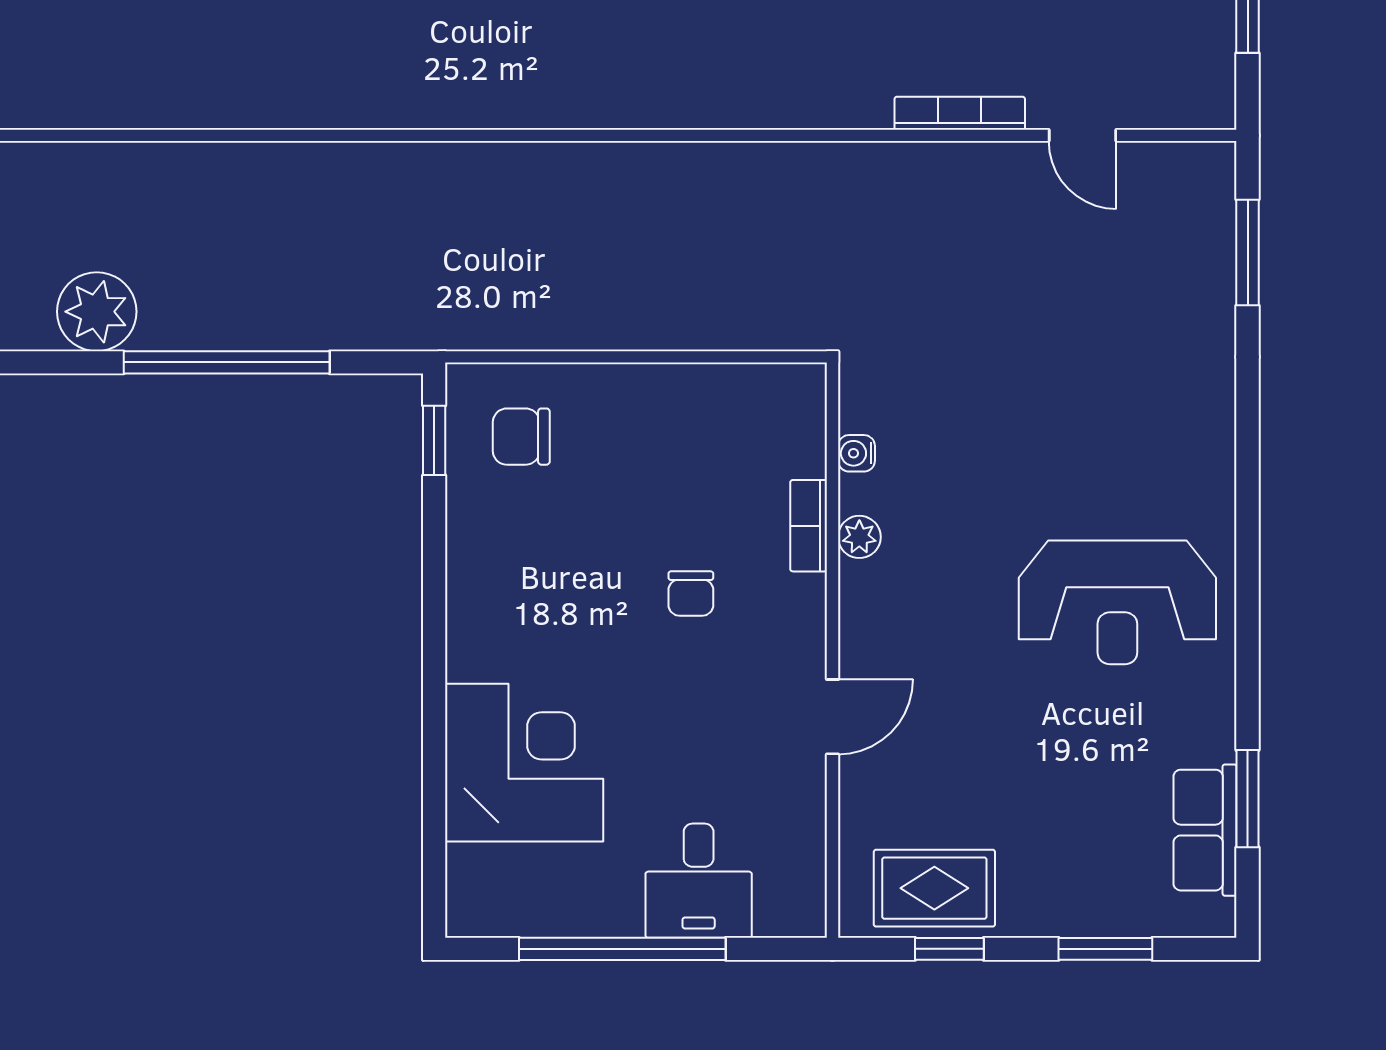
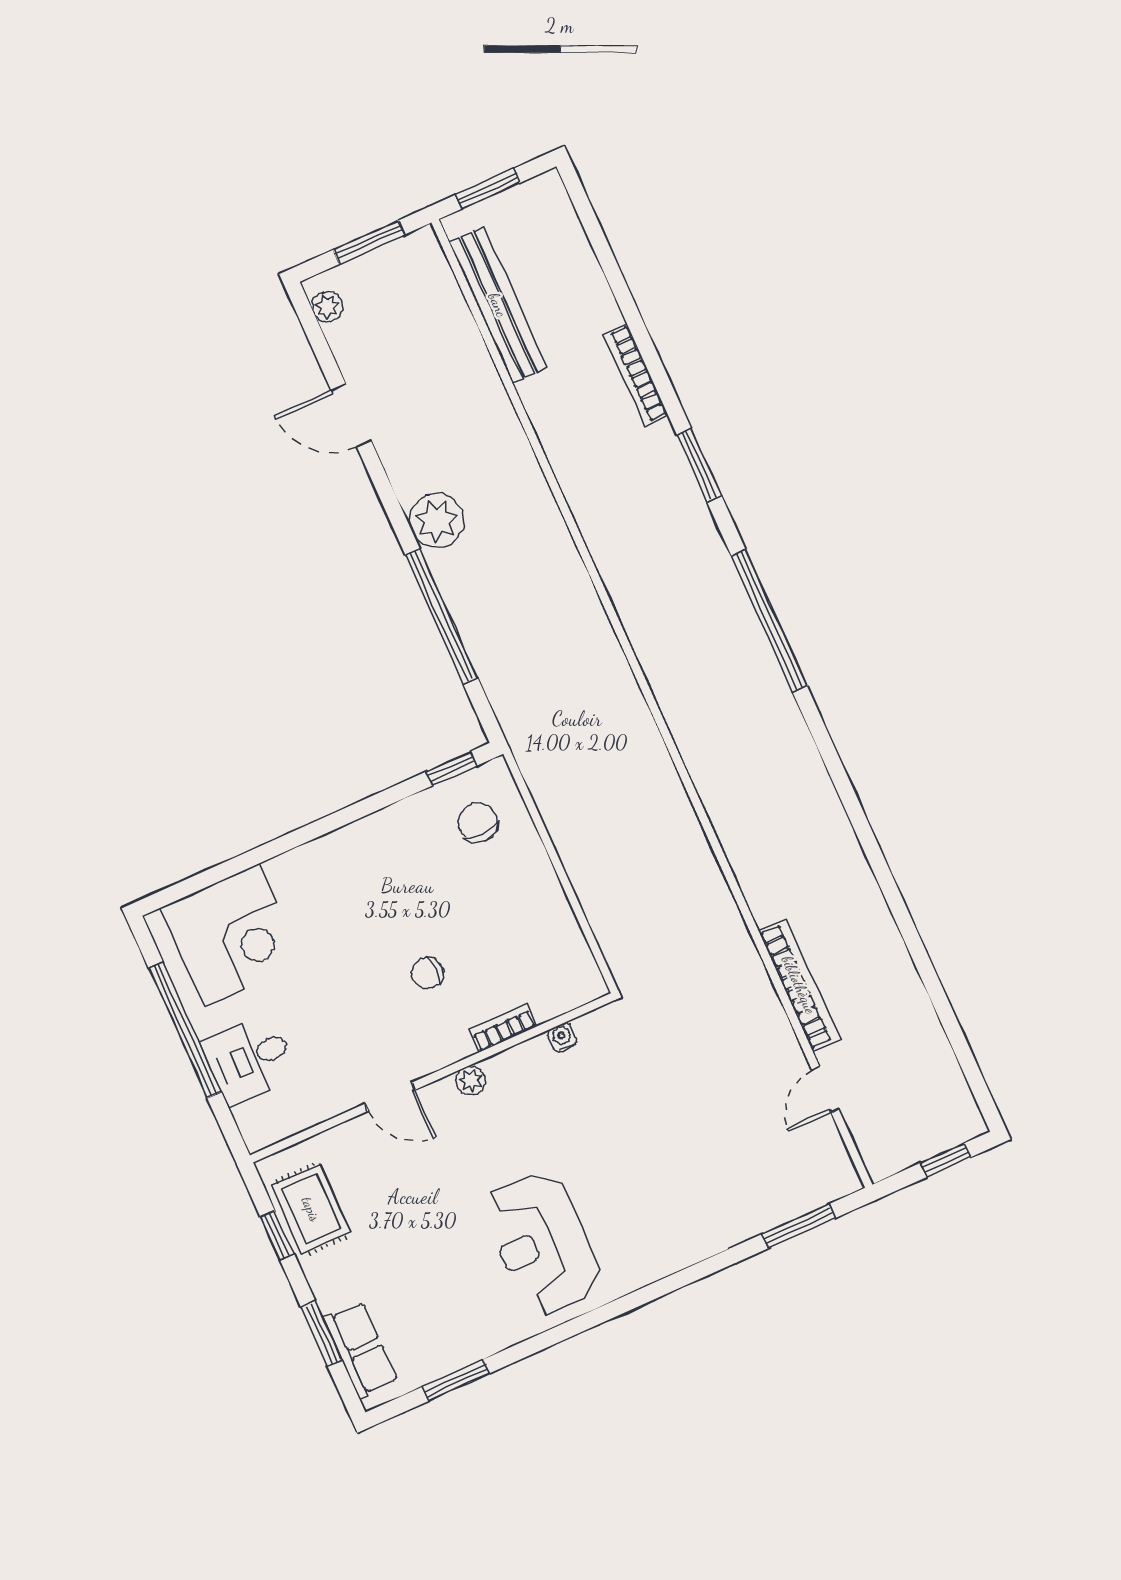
bookcase: (960, 113) -> (799, 985), width x1.48, depth x1.31
plant: (859, 537) -> (471, 1081), moved
corner desk: (524, 763) -> (232, 935), moved
row of seats: (1205, 830) -> (361, 1349), moved, turned 90

